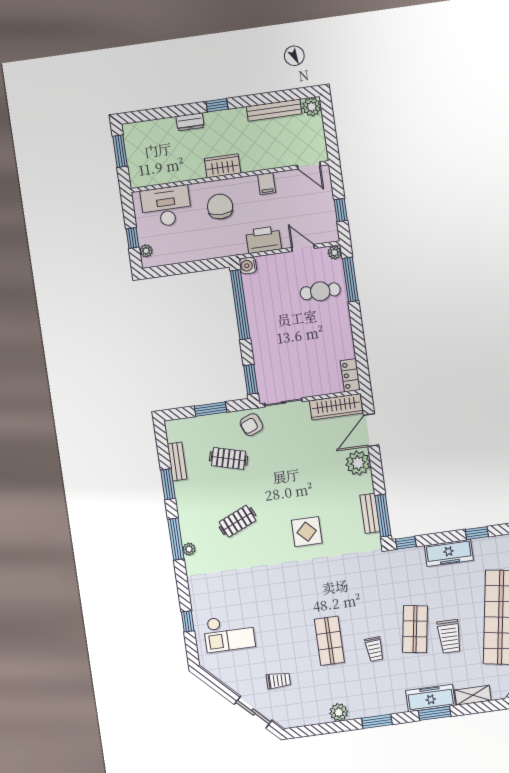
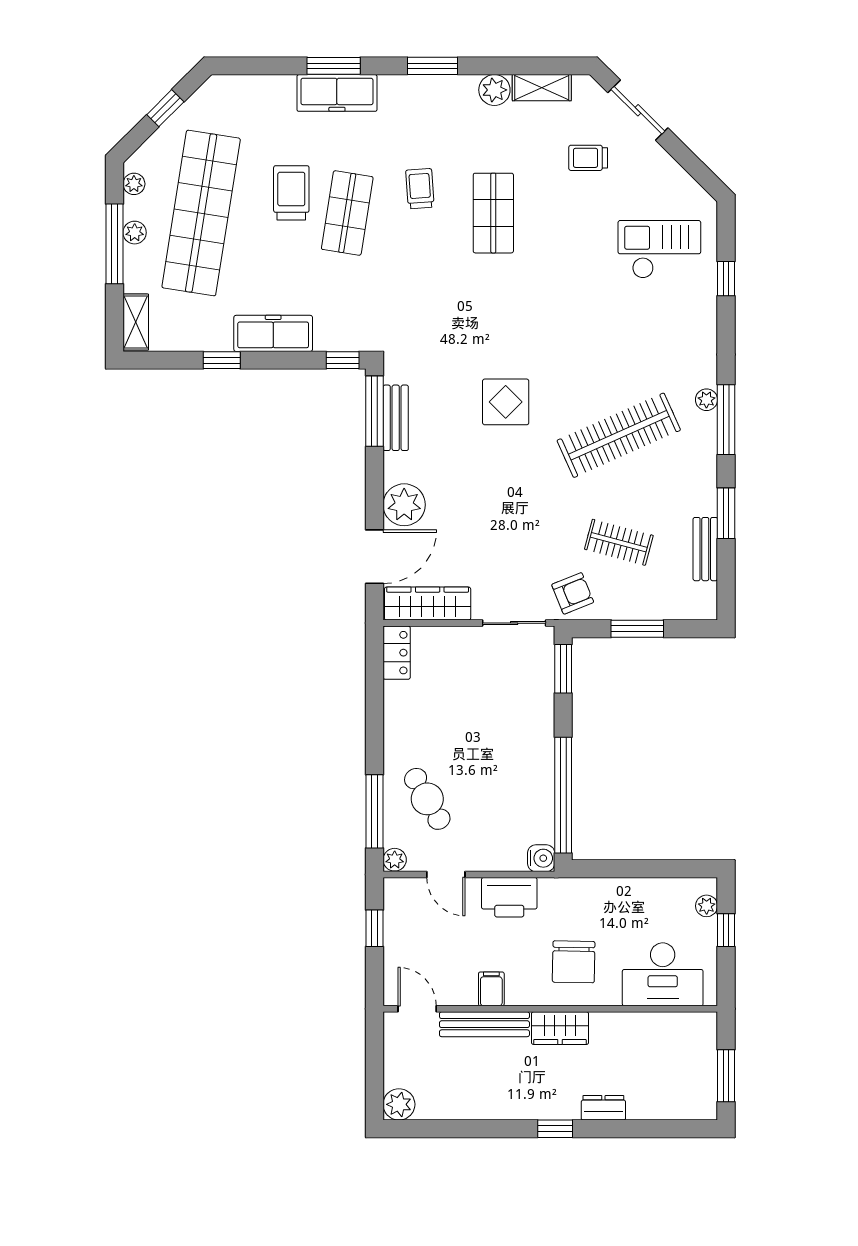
bench: (274, 110) -> (484, 1024), moved
cafe table: (320, 291) -> (427, 799), turned 60
clothes rail: (237, 521) -> (619, 435), width x1.86, depth x1.31
shelving: (473, 695) -> (542, 88), moved

